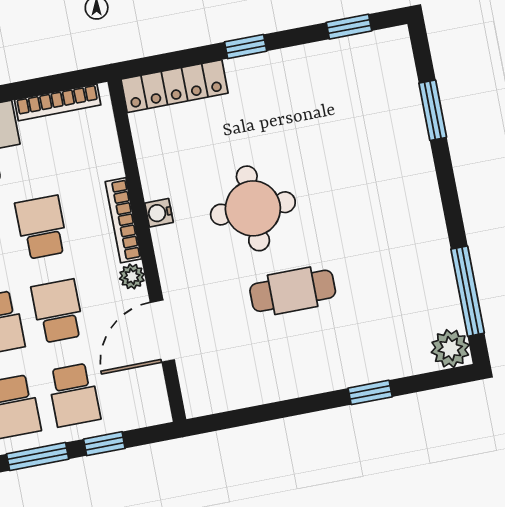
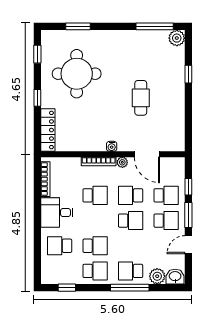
round table: (253, 208) -> (77, 74), moved, width x1.36, depth x1.36
water cooler: (159, 213) -> (112, 146), moved
school desk: (42, 227) -> (95, 195), turned 180

